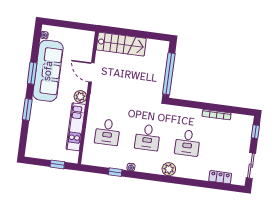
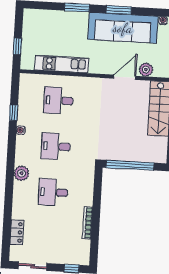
plant: (80, 97) -> (146, 70), moved

